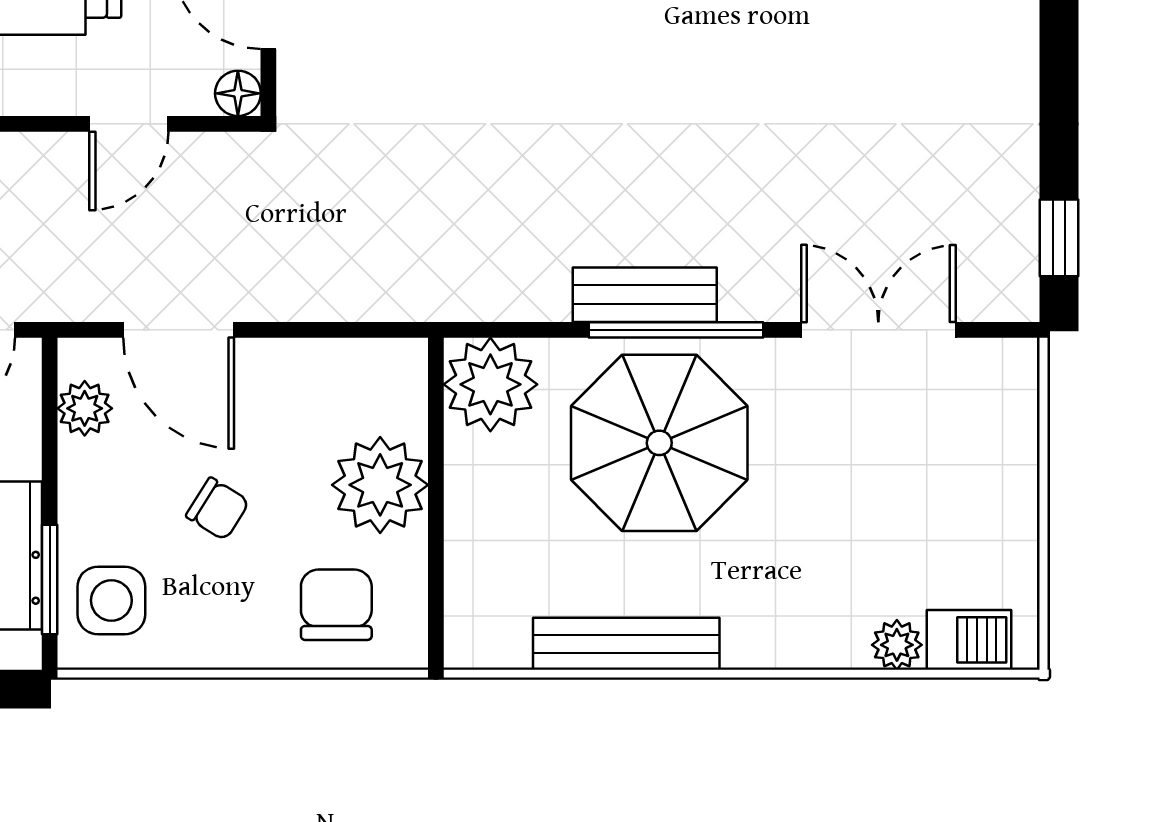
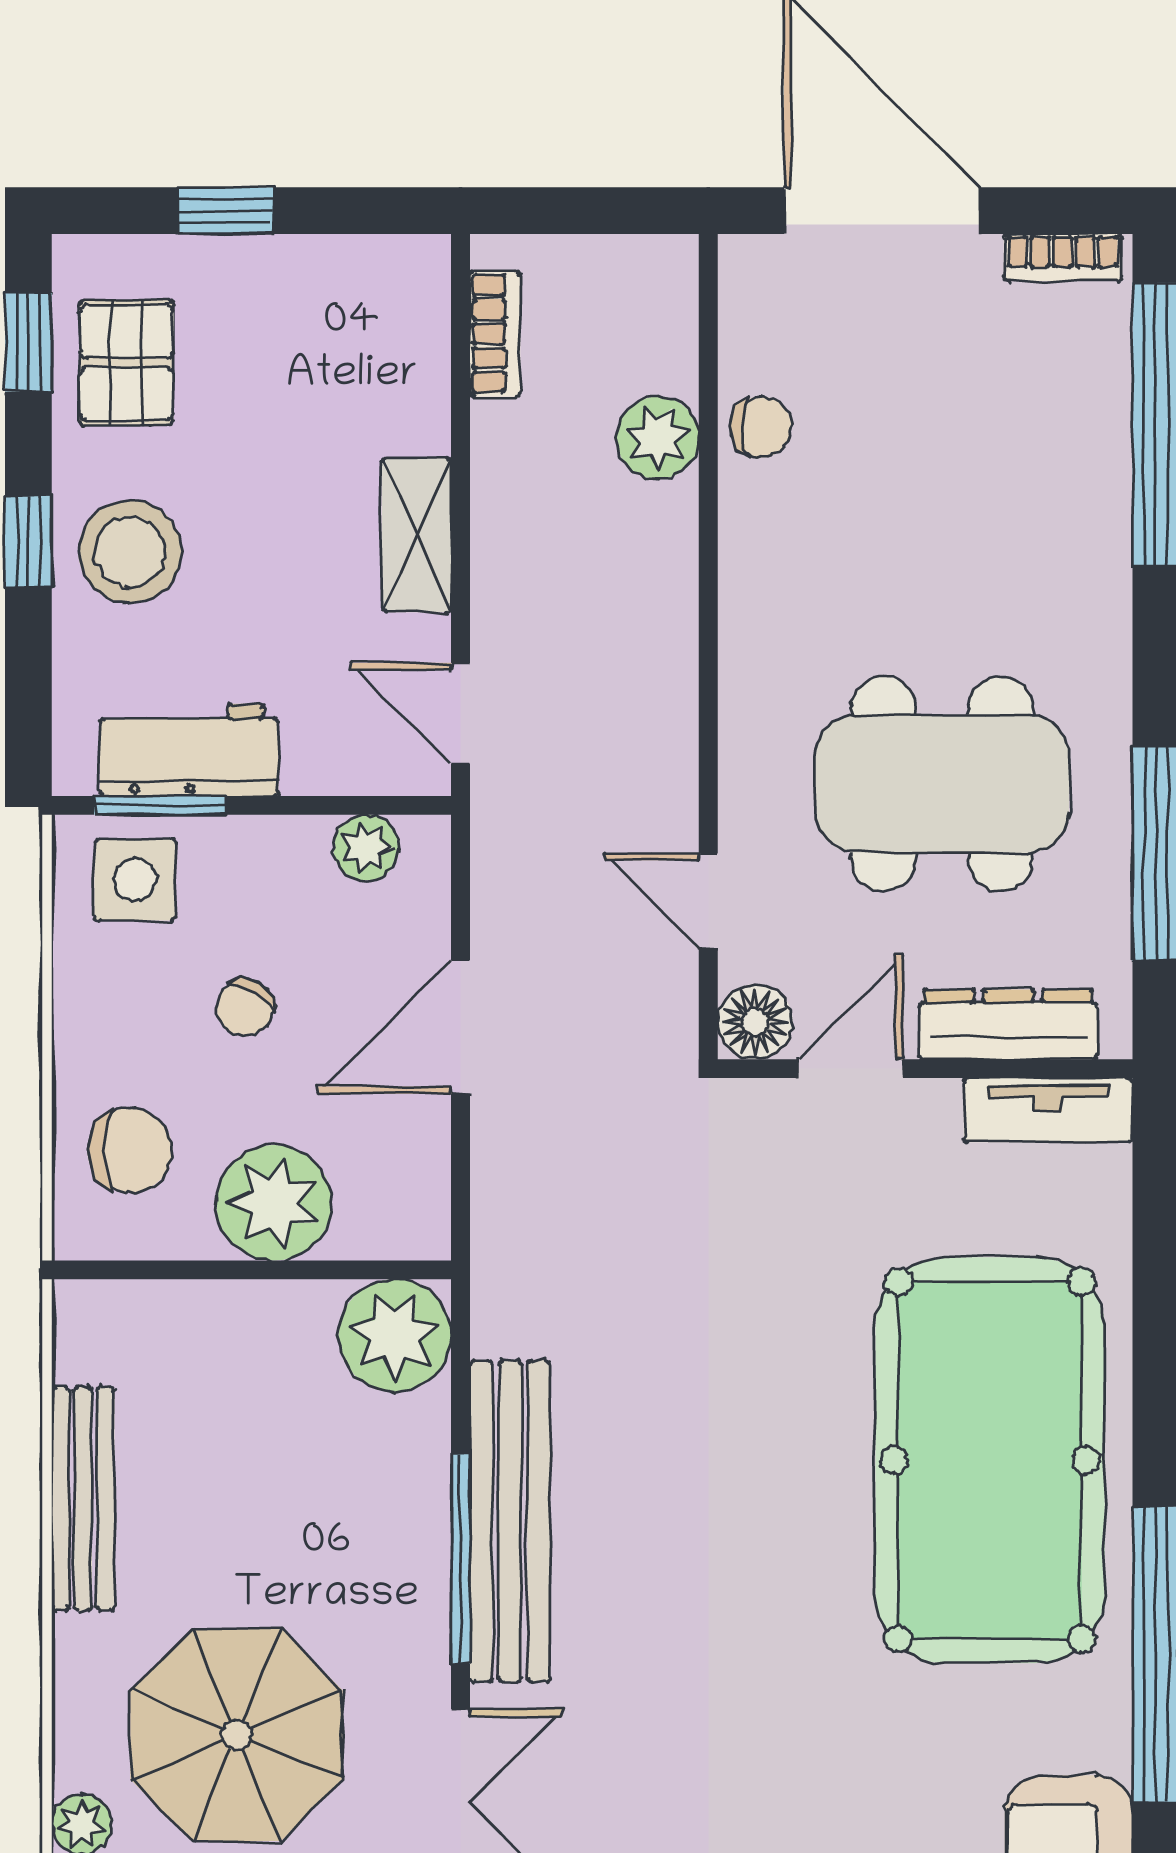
floor lamp: (238, 93) -> (755, 1022), width x1.37, depth x1.37
bench: (645, 295) -> (510, 1521), width x1.86, depth x1.21
door: (179, 330) -> (460, 1027), moved
parasol: (659, 443) -> (236, 1735), moved

